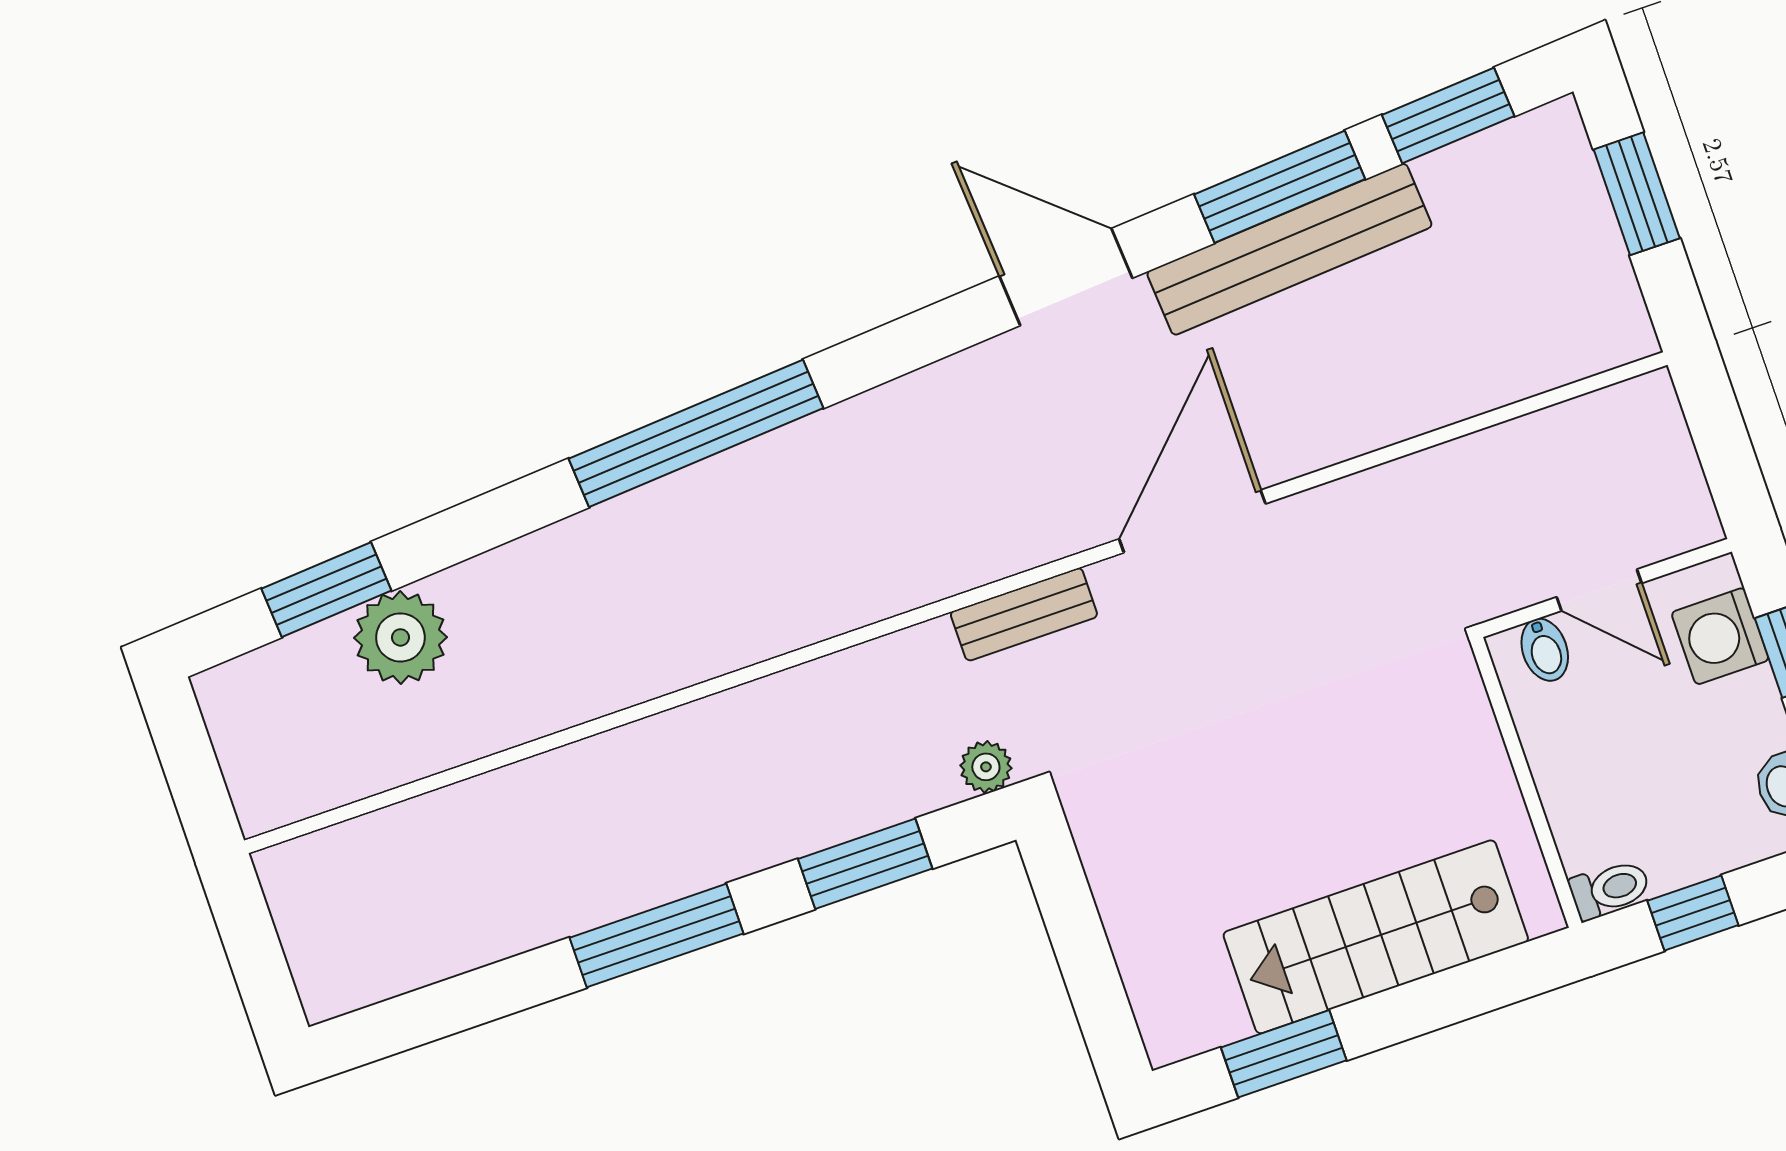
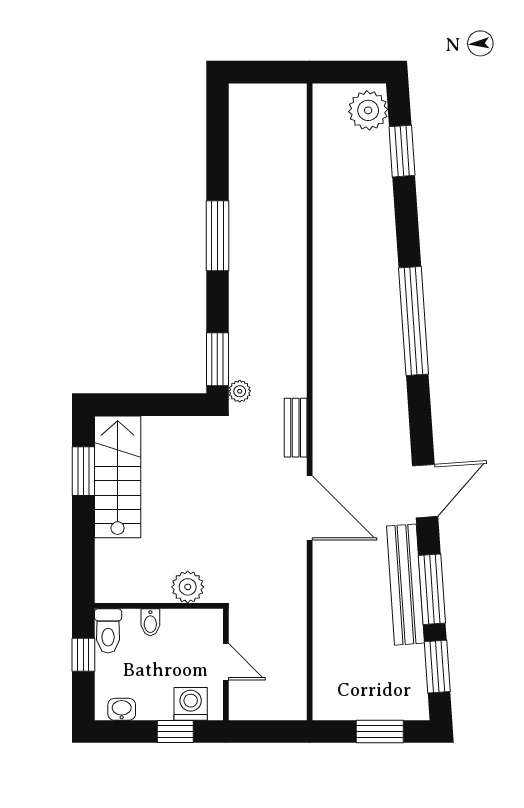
door: (1599, 590) -> (226, 662), swing flipped
plant: (400, 637) -> (368, 110), moved
bidet: (1545, 650) -> (150, 622), moved, turned -90
plant: (1462, 733) -> (188, 587), added
window: (865, 864) -> (217, 359), moved
toilet: (1610, 889) -> (108, 631), width x1.37, depth x1.39
stairs: (1376, 937) -> (118, 477), moved

